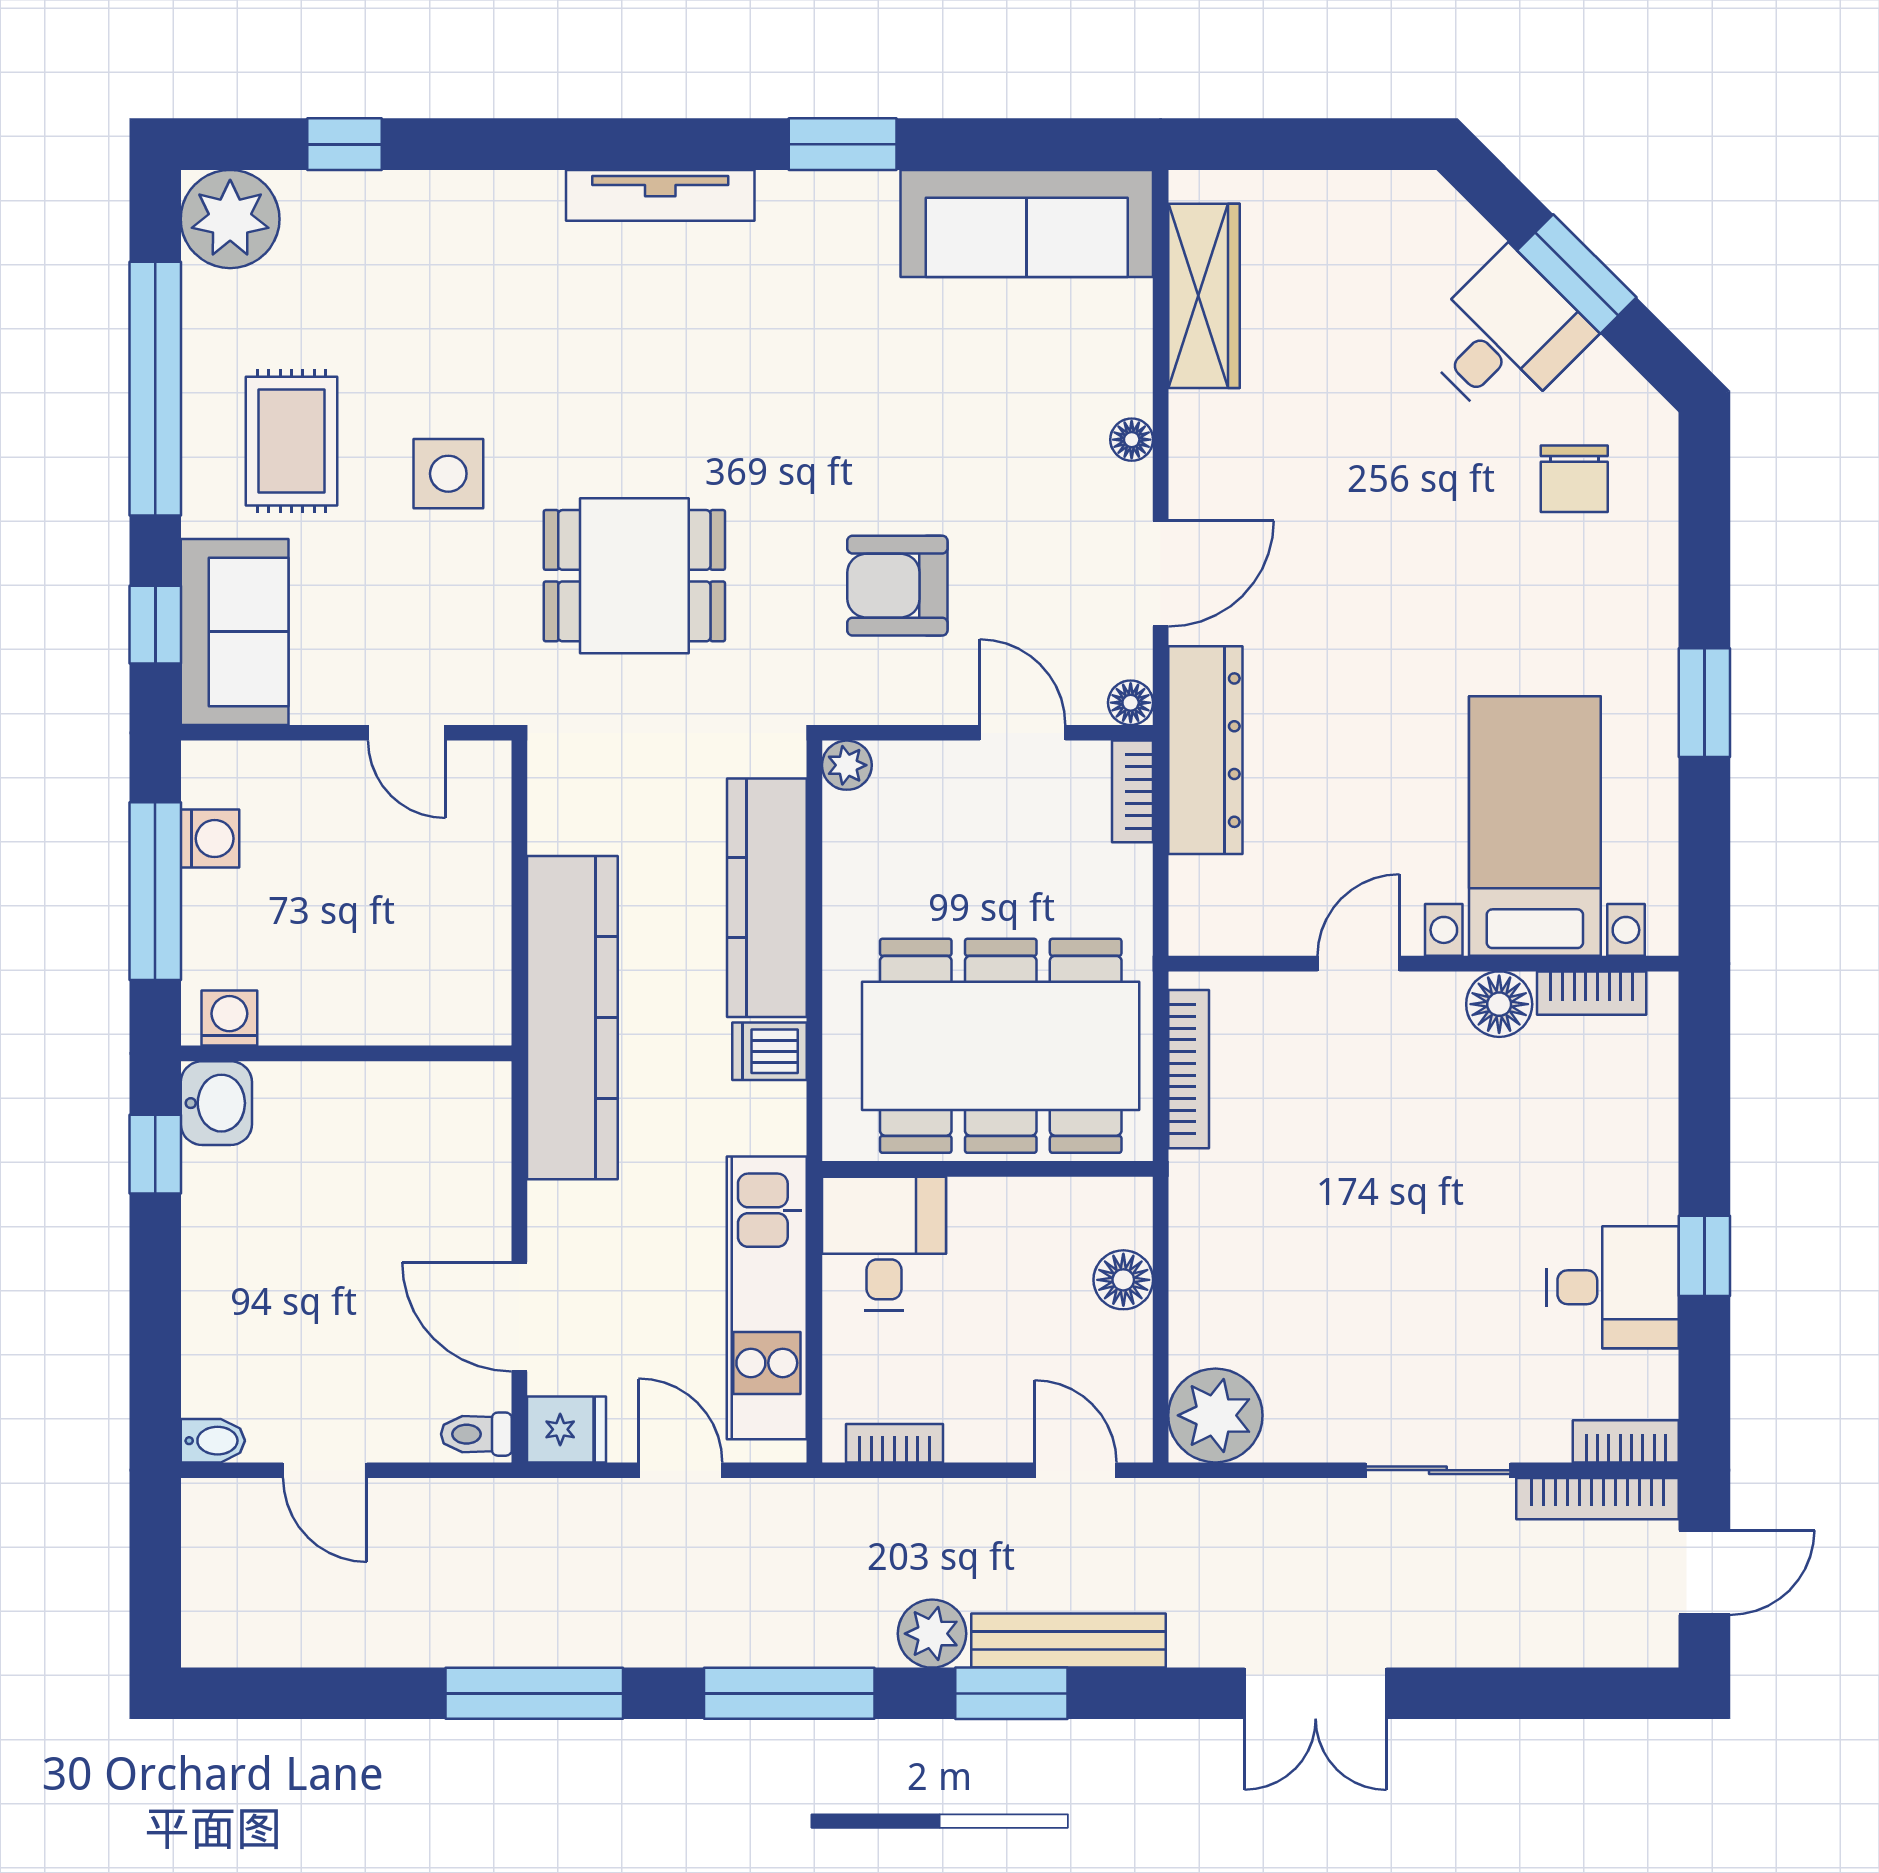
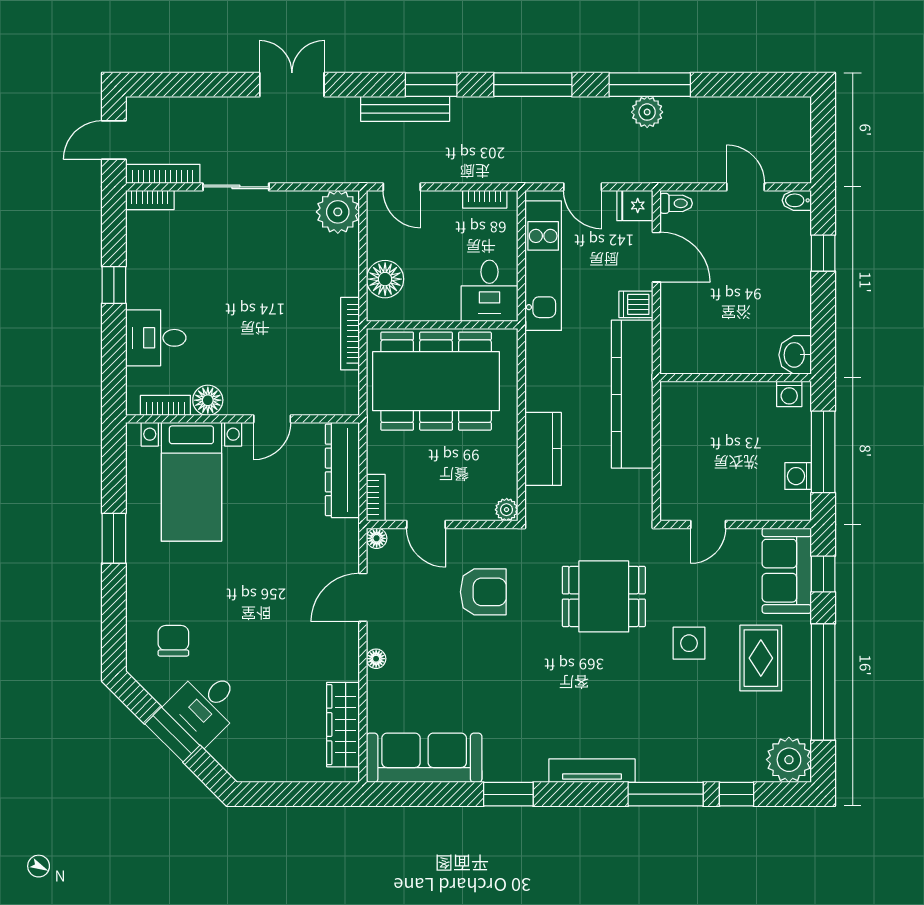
window: (499, 144) -> (666, 794), added
door: (407, 733) -> (708, 524), swing flipped
dresser: (1205, 750) -> (342, 470), moved
kitchen counter: (767, 898) -> (543, 449), width x0.67
dishwasher: (769, 1051) -> (636, 304), moved, turned 180
bookcase: (1189, 1069) -> (350, 334), moved
window: (155, 1154) -> (823, 253), moved
floor lamp: (1123, 1280) -> (385, 279), width x1.38, depth x1.38
desk: (1613, 1287) -> (156, 338), moved
plant: (932, 1634) -> (647, 112), moved

